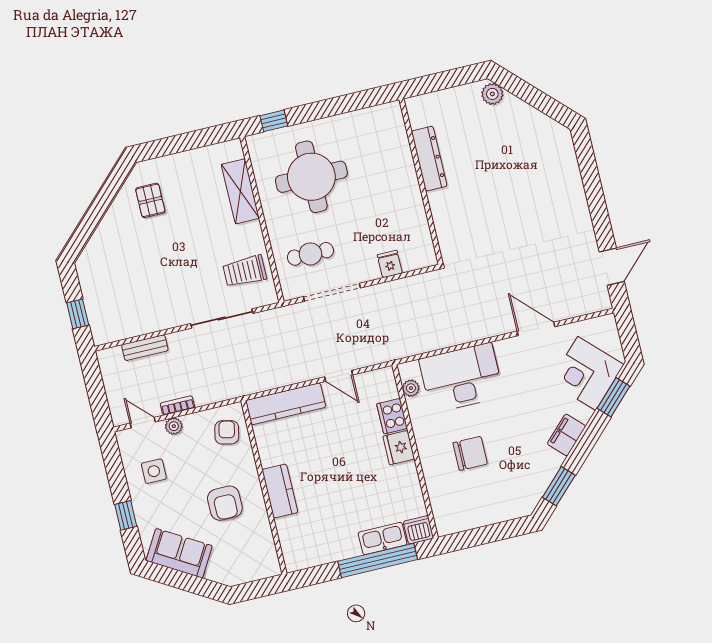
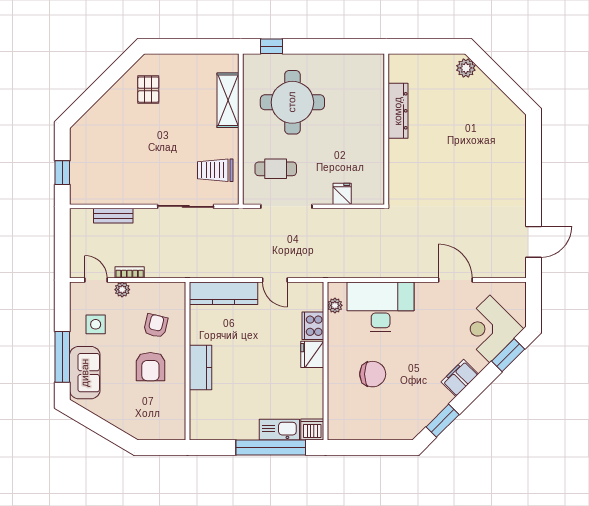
armchair: (227, 432) -> (156, 326), moved
window: (126, 515) -> (62, 357), width x2.17
sofa: (179, 553) -> (85, 373), moved, turned 59

